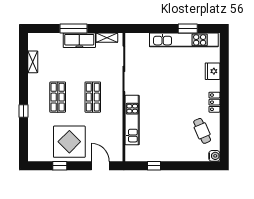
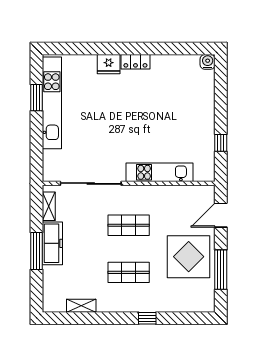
fridge: (213, 71) -> (109, 64), moved
cafe table: (202, 131) -> (174, 78), removed
window: (60, 166) -> (221, 270), width x2.17

